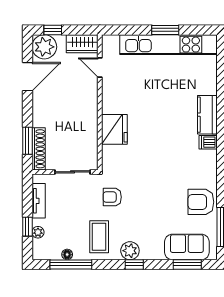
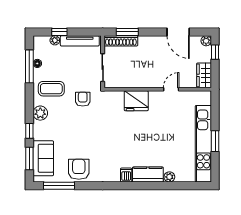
plant: (44, 47) -> (206, 41), width x0.53, depth x0.53
door: (100, 68) -> (171, 89), moved
plant: (210, 88) -> (169, 177), added
tv unit: (39, 201) -> (80, 41), width x1.41
window: (134, 264) -> (29, 131), moved

